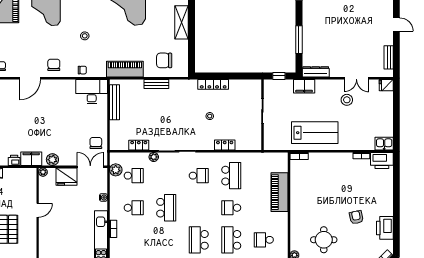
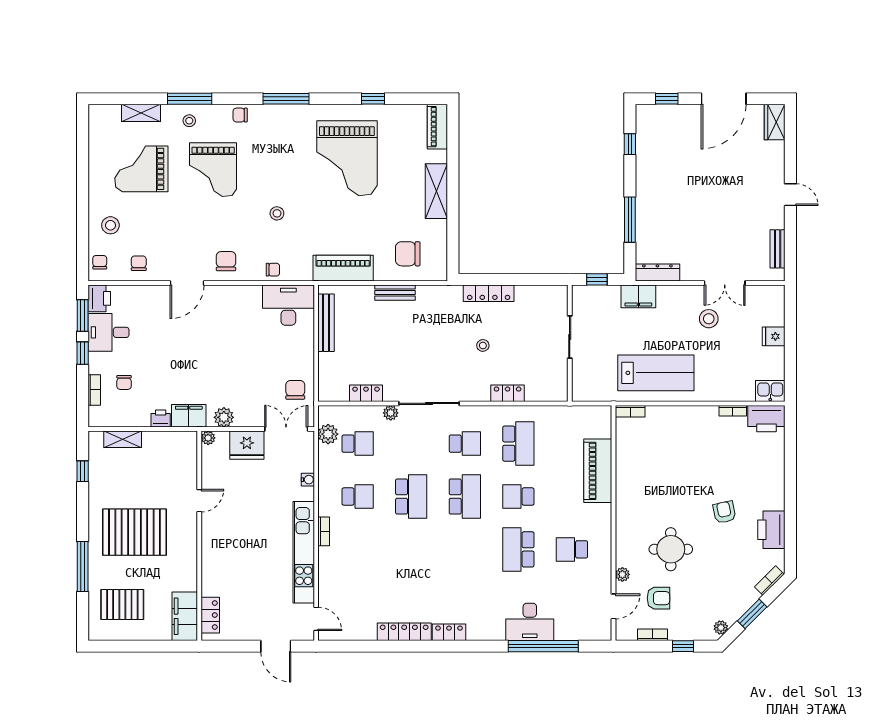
fridge: (386, 85) -> (774, 336), moved
school desk: (199, 240) -> (465, 497), moved, turned 180

